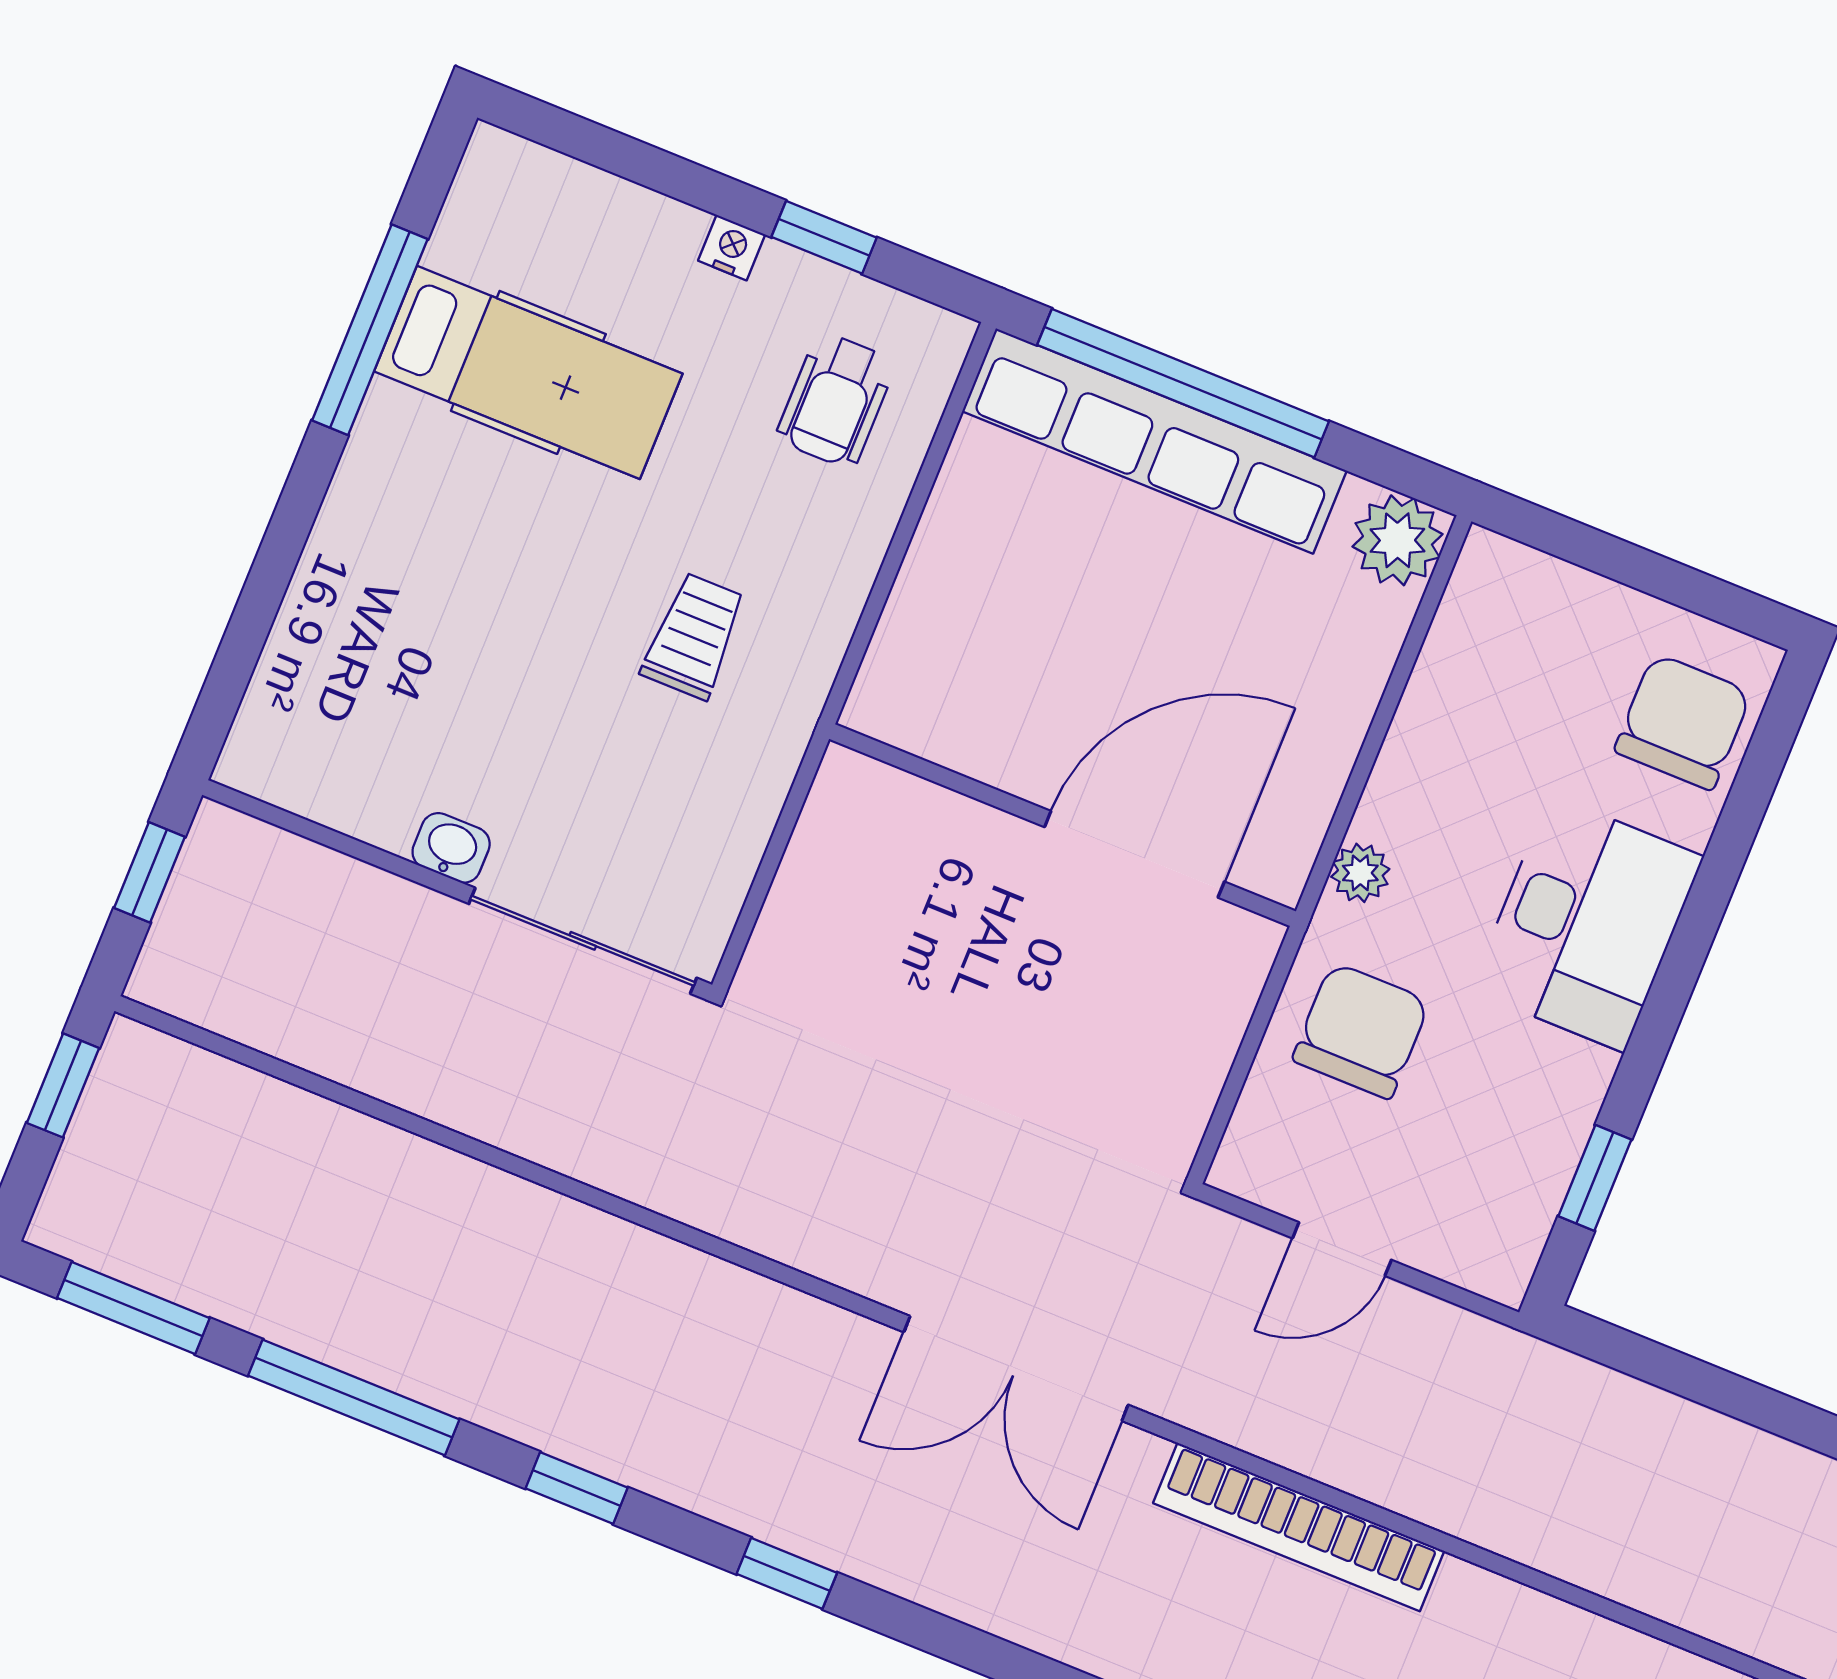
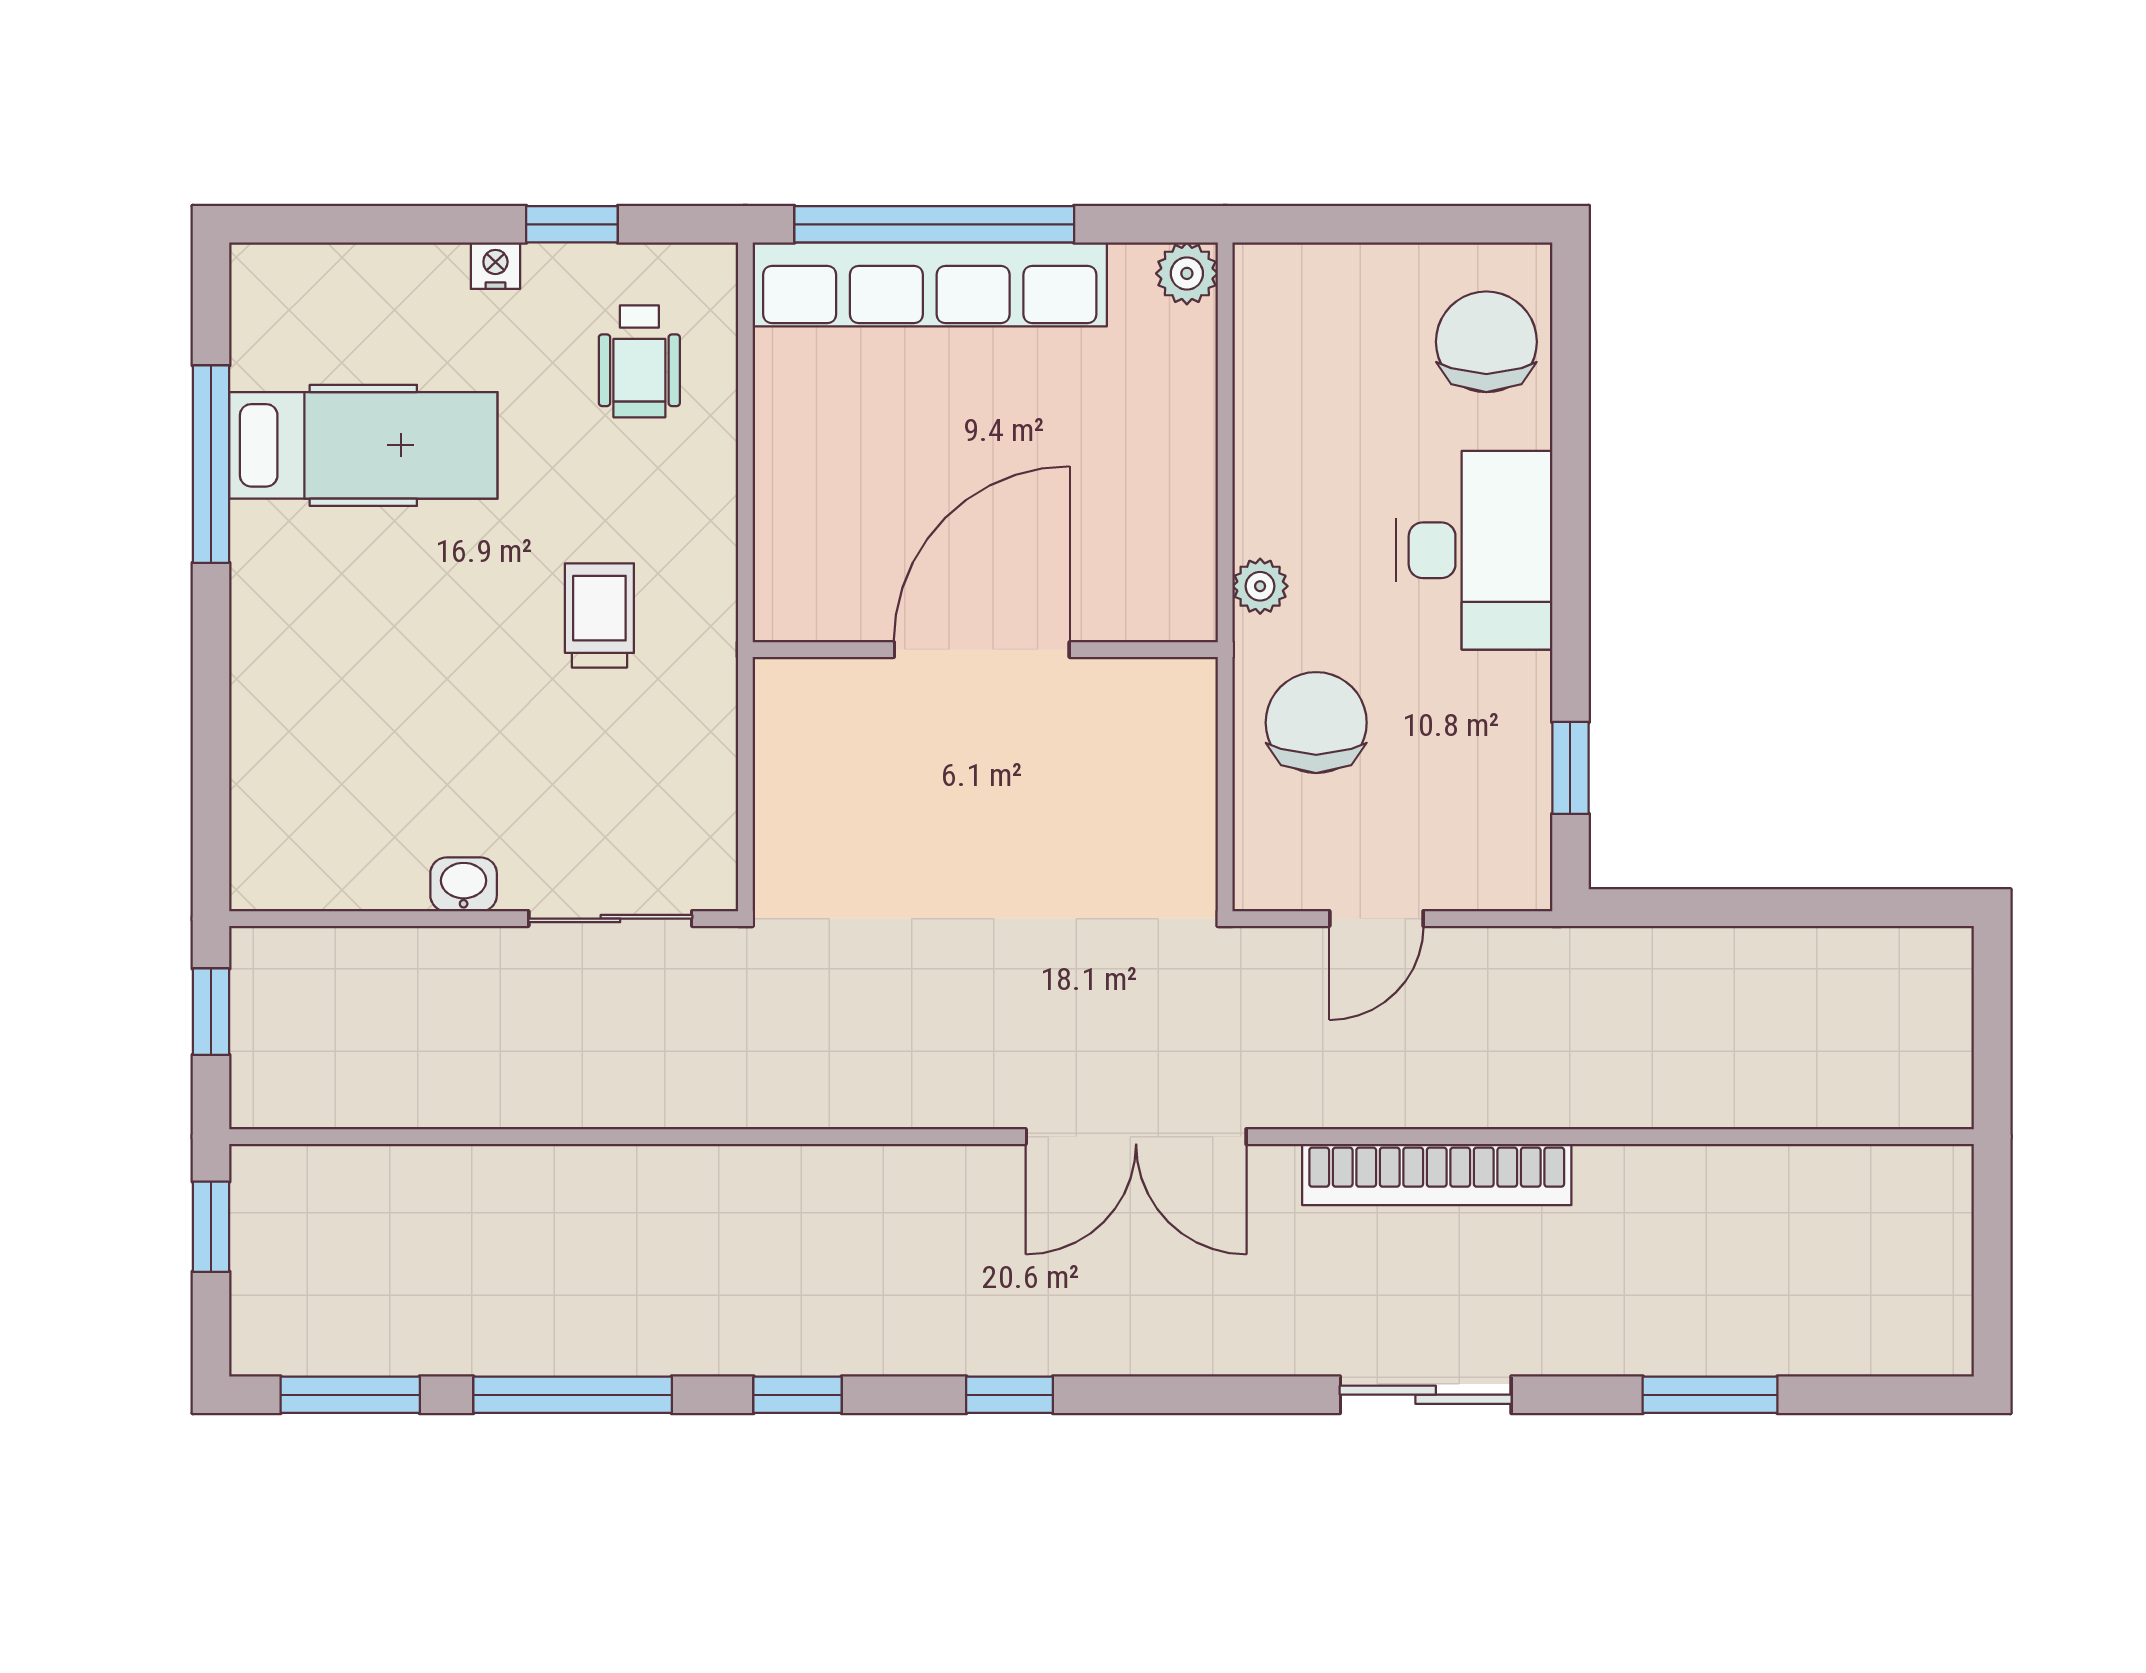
plant: (1397, 540) -> (1187, 273), width x0.73, depth x0.73
door: (1134, 854) -> (982, 650), moved
sliding door: (583, 941) -> (610, 919), width x0.73

